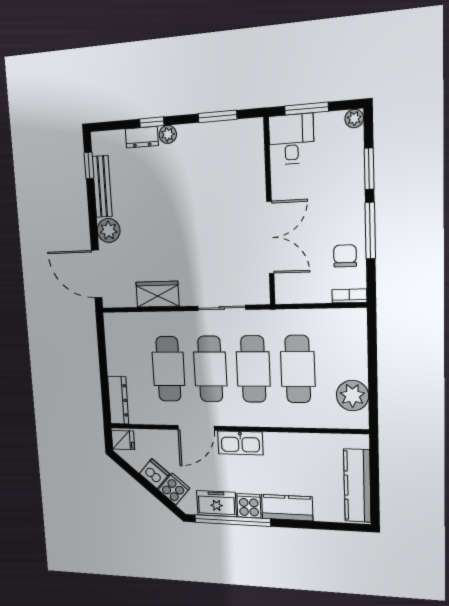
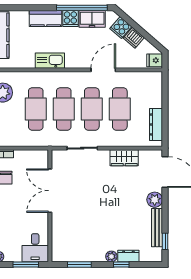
dresser: (118, 400) -> (156, 124), moved
kitchen sink: (240, 443) -> (50, 61), moved

